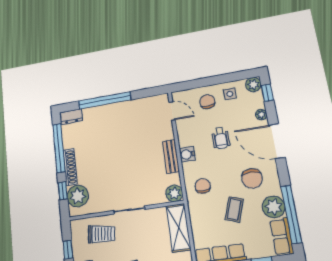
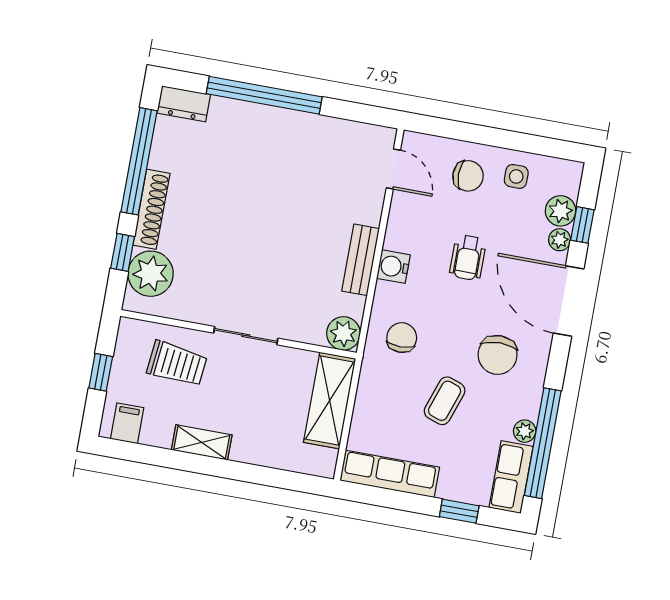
plant: (253, 85) -> (561, 211), moved
window: (267, 93) -> (582, 225), moved
chair: (207, 102) -> (468, 176), turned 93
plant: (274, 207) -> (525, 431), width x0.53, depth x0.53

